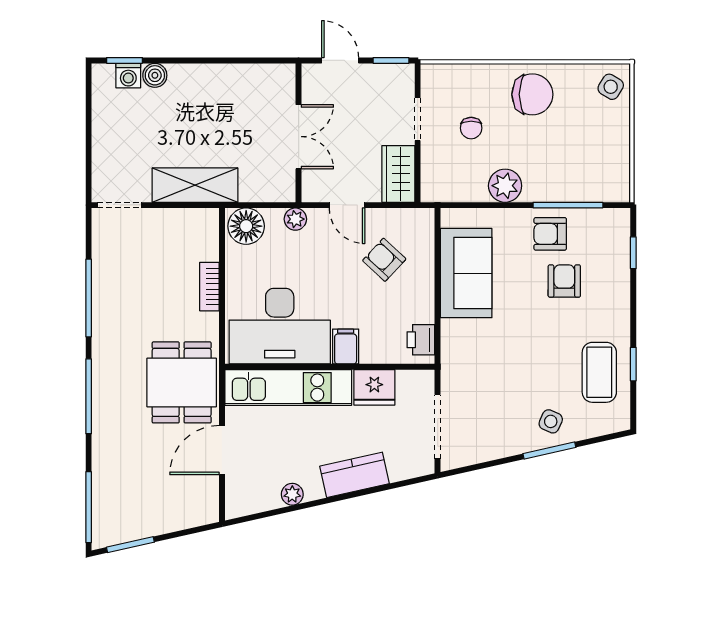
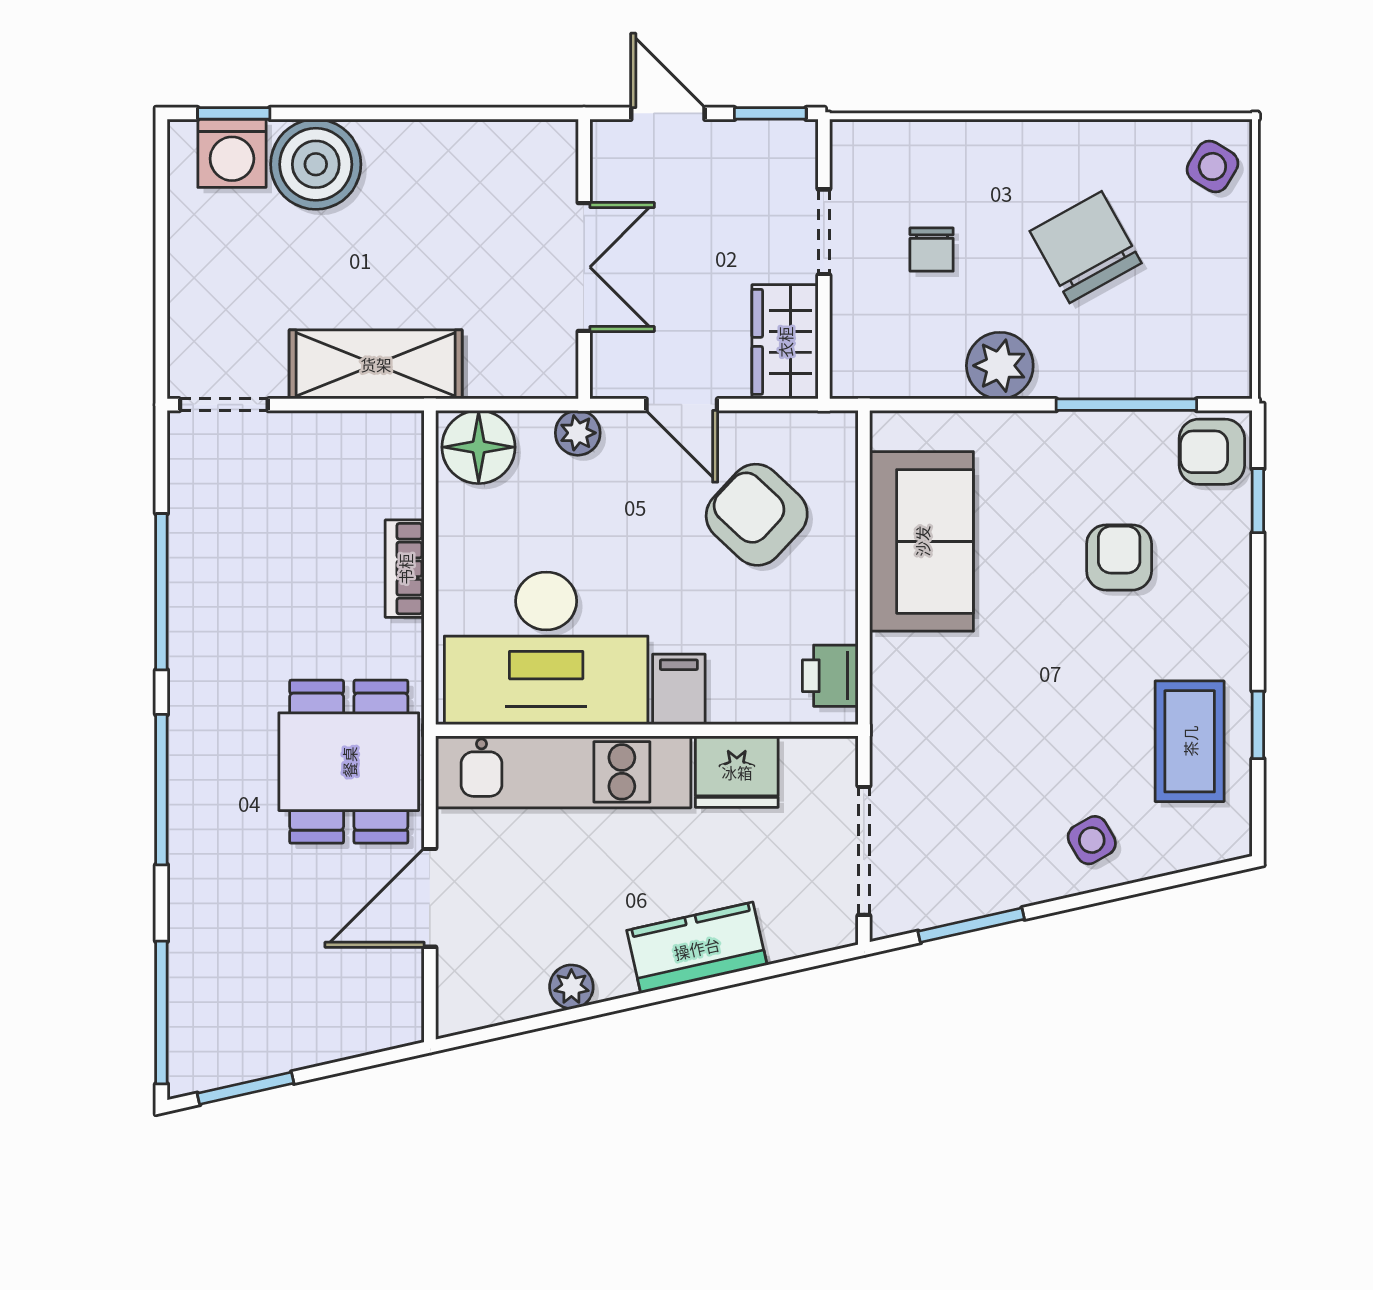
boiler: (155, 75) -> (316, 164), width x1.86, depth x1.86
washing machine: (128, 76) -> (232, 153), width x1.38, depth x1.38
chair: (532, 94) -> (1086, 247), moved, turned -119
armchair: (550, 234) -> (1212, 452), moved
armchair: (384, 260) -> (757, 515), width x1.38, depth x1.38
side table: (551, 421) -> (1092, 840), turned 36
window: (549, 450) -> (971, 925), moved

